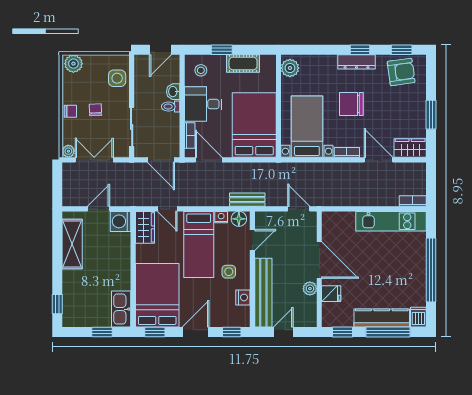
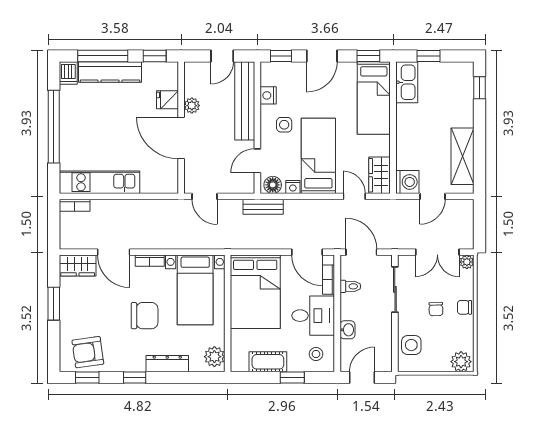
dresser: (356, 62) -> (167, 364), moved
toilet: (171, 107) -> (350, 286), moved
bed: (157, 295) -> (374, 98), width x0.67

